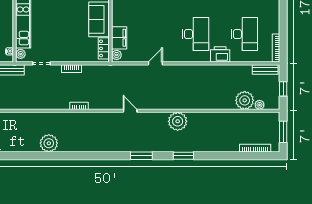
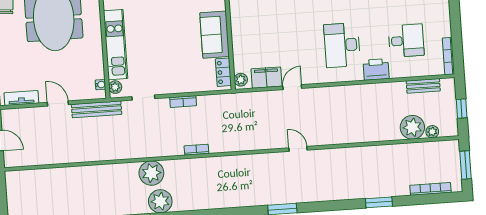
desk: (196, 34) -> (342, 45), turned 180
desk: (244, 34) -> (406, 41), width x0.73
filing cabinet: (119, 38) -> (266, 78), moved, turned -90
bench: (265, 69) -> (423, 86), moved
door: (130, 111) -> (298, 149), moved
plant: (178, 121) -> (151, 173), moved
window: (183, 156) -> (379, 202), moved

